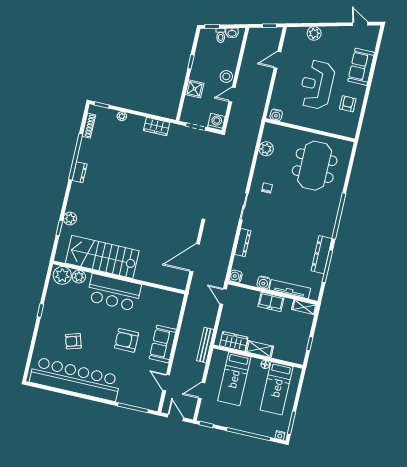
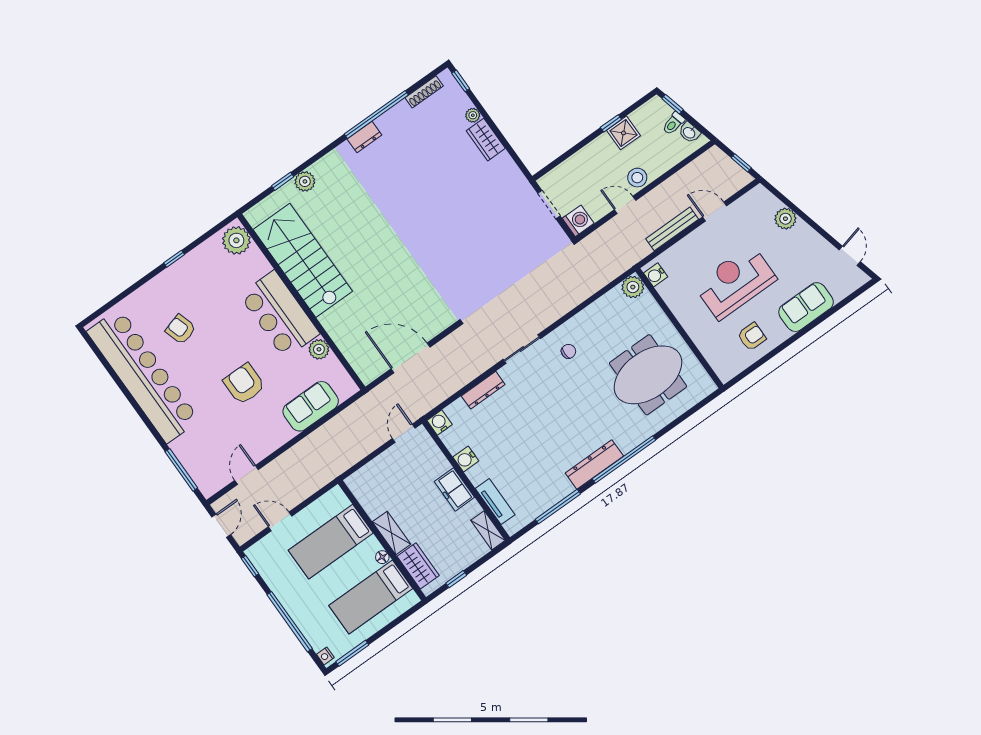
shower: (195, 89) -> (623, 133), moved
wardrobe: (157, 126) -> (486, 140), moved
plant: (266, 149) -> (633, 287), moved
dresser: (322, 255) -> (594, 464), moved
plant: (79, 277) -> (319, 349), moved
tv unit: (290, 289) -> (495, 502), width x0.71
wardrobe: (234, 342) -> (418, 566), moved
sofa: (163, 344) -> (311, 406), moved
bench: (205, 345) -> (672, 229), moved

